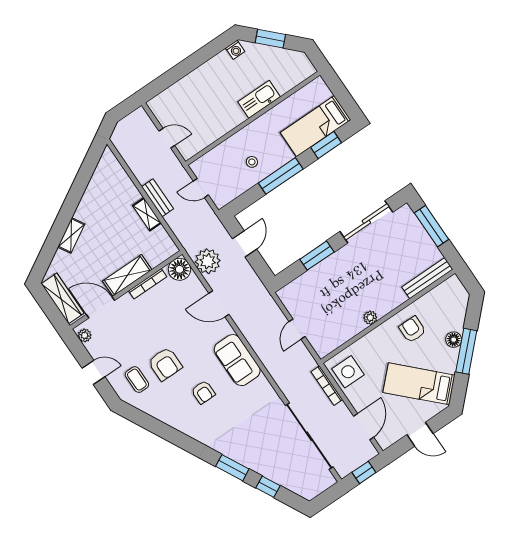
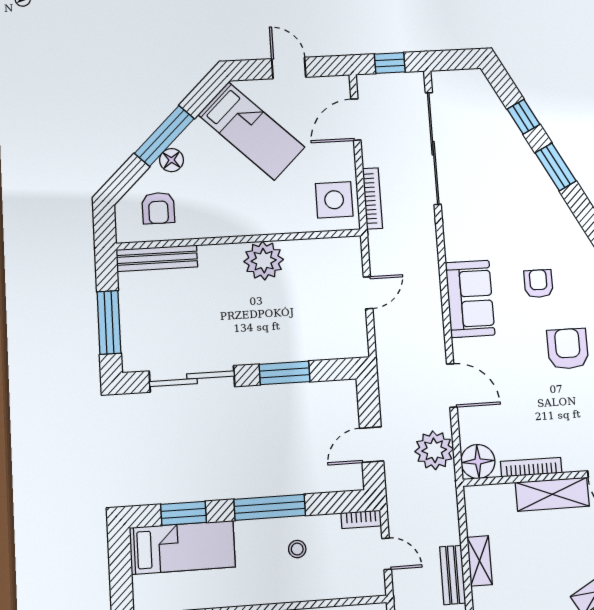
bookcase: (226, 199) -> (361, 519), added
plant: (370, 318) -> (264, 261), width x1.87, depth x1.87
armchair: (412, 329) -> (158, 208), moved

